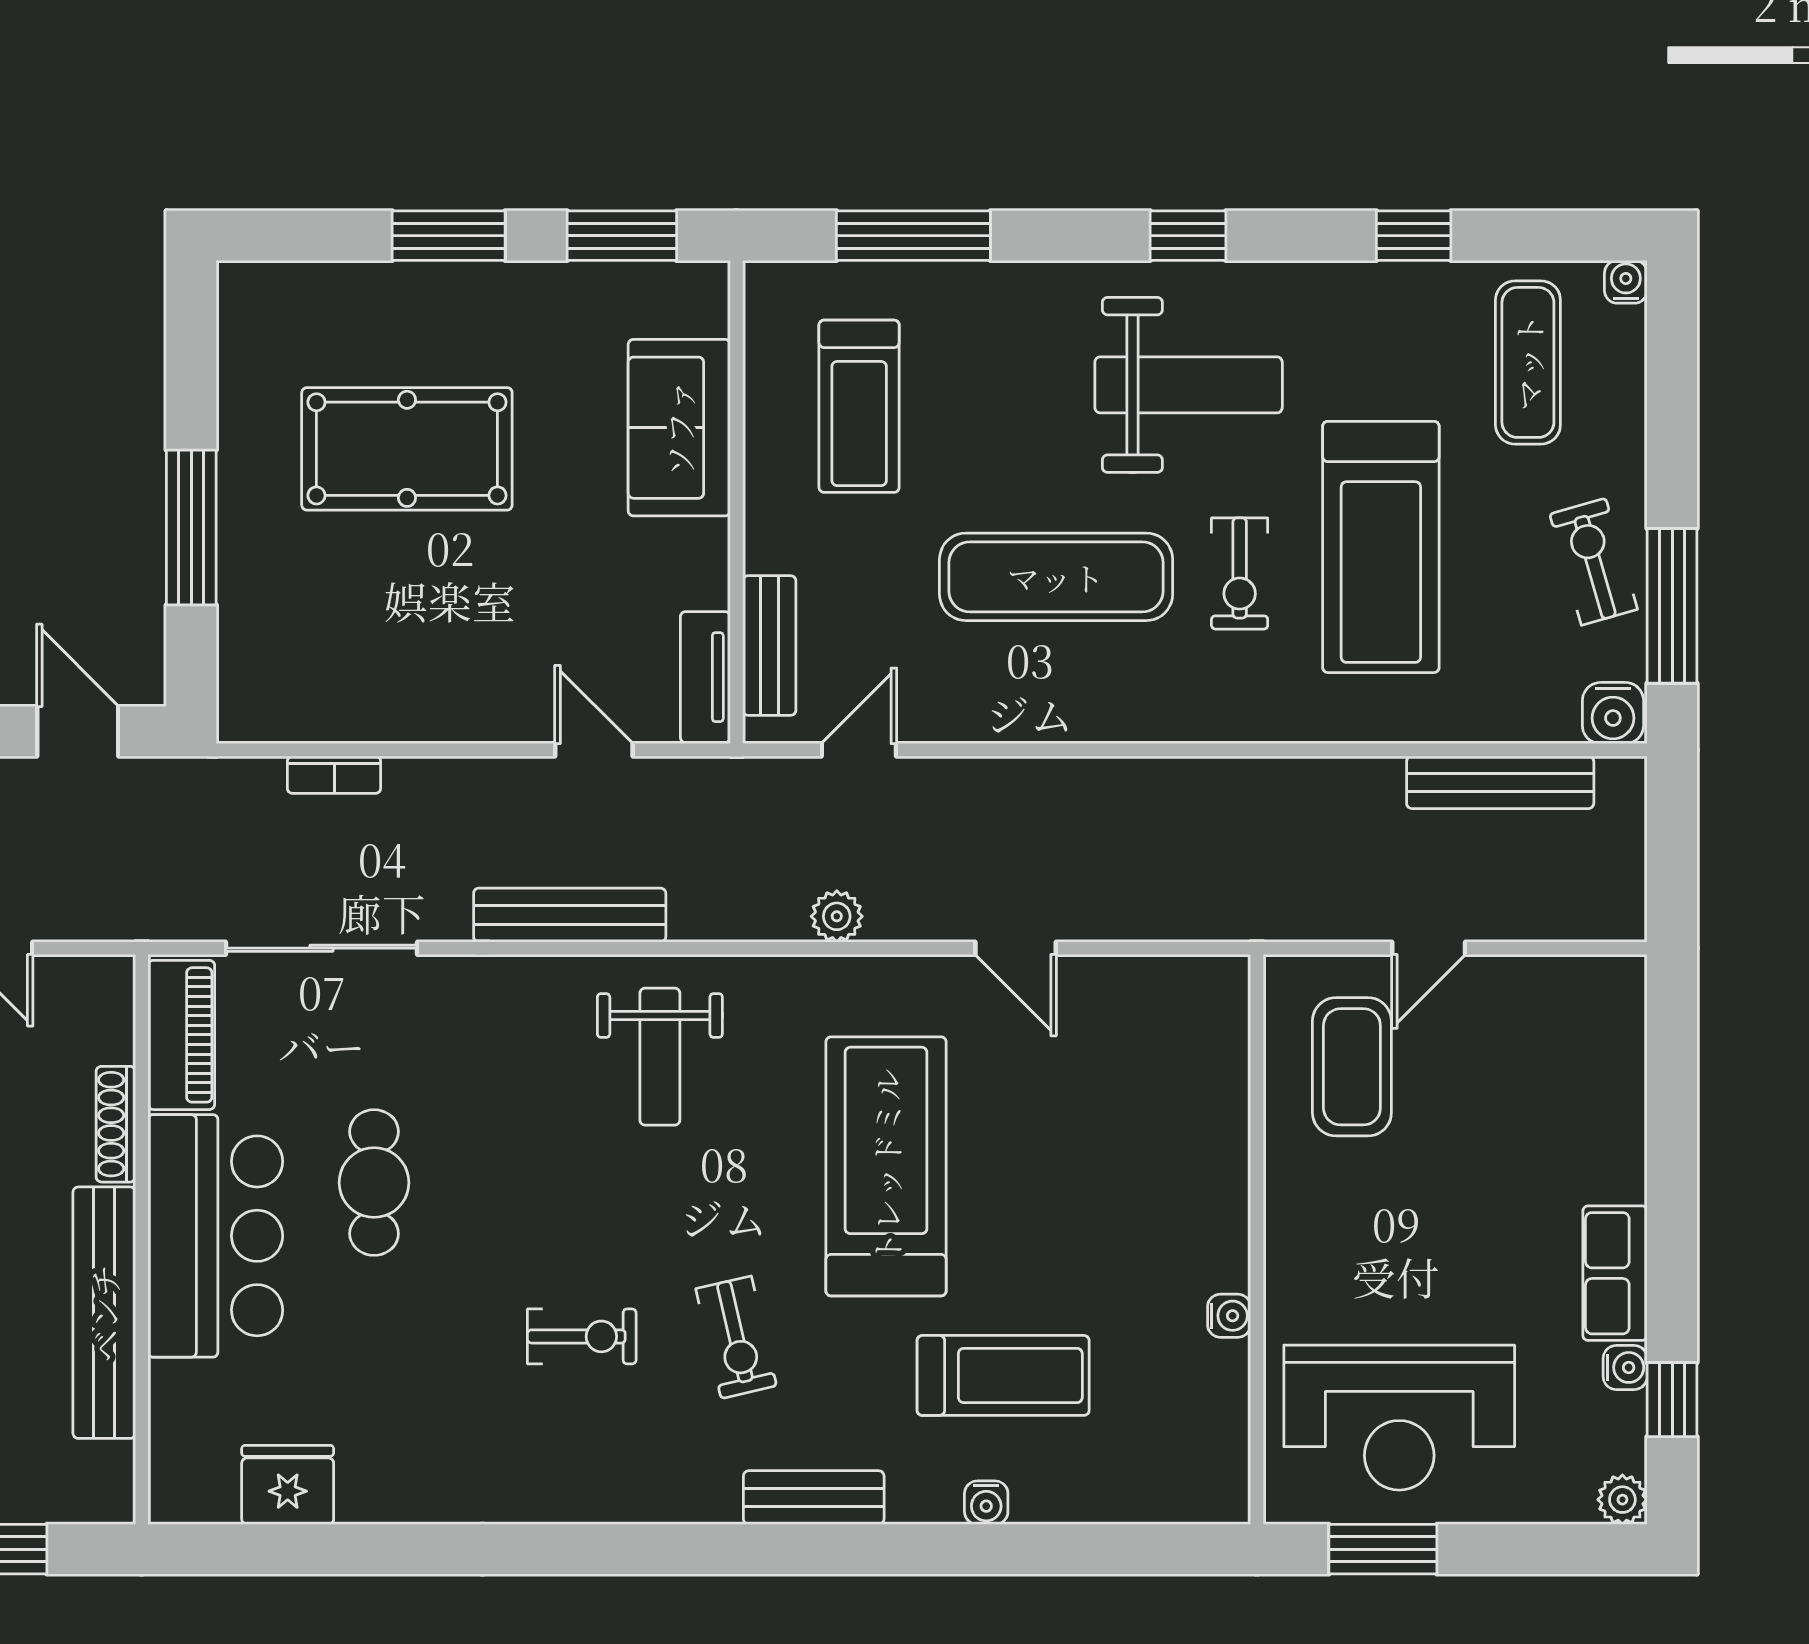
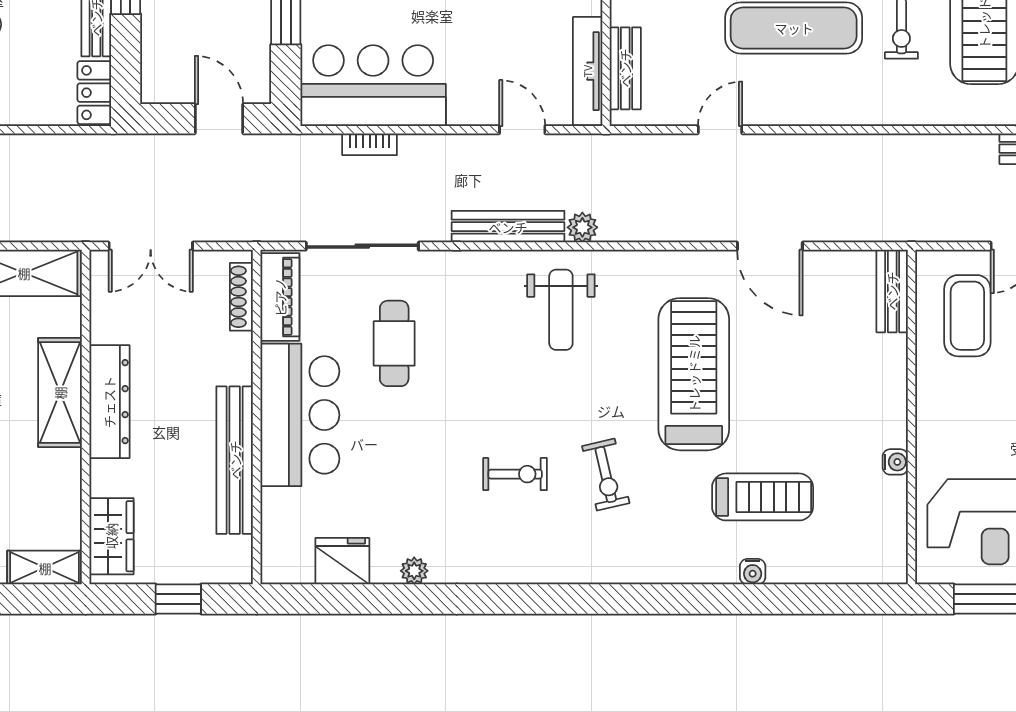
bar counter: (340, 675) -> (373, 86), added
tv unit: (705, 677) -> (588, 71), width x1.41
door: (859, 750) -> (720, 130), moved
plant: (837, 916) -> (582, 227), moved
door: (1016, 948) -> (770, 246), width x1.38
shoe rack: (116, 1124) -> (241, 297), moved
cafe table: (374, 1183) -> (394, 343), moved
bench: (814, 1498) -> (892, 291), moved, turned 90
plant: (410, 1501) -> (414, 571), added

